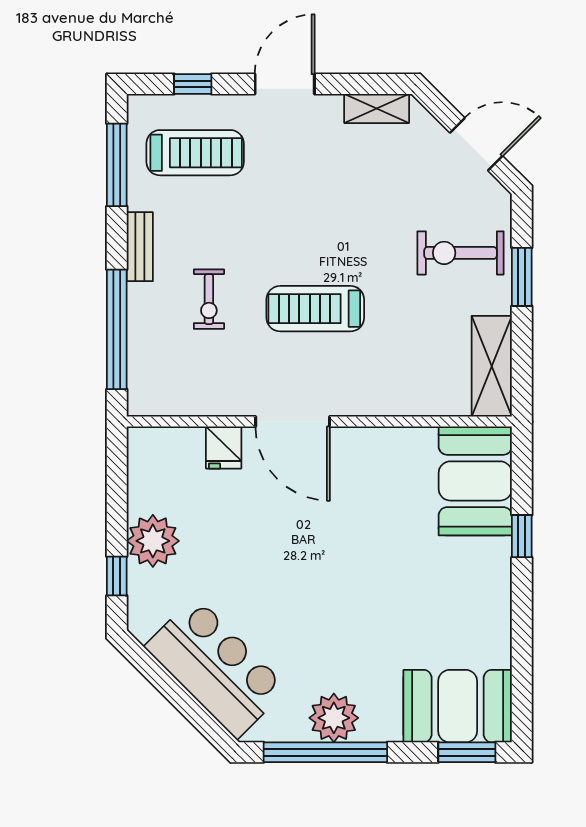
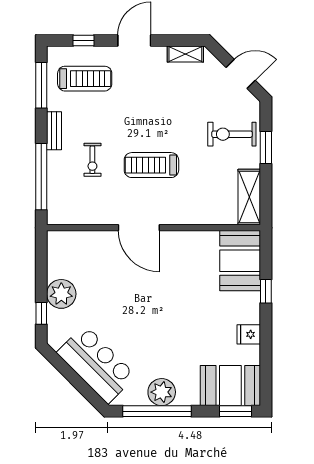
fridge: (224, 447) -> (249, 334), moved, turned 90

